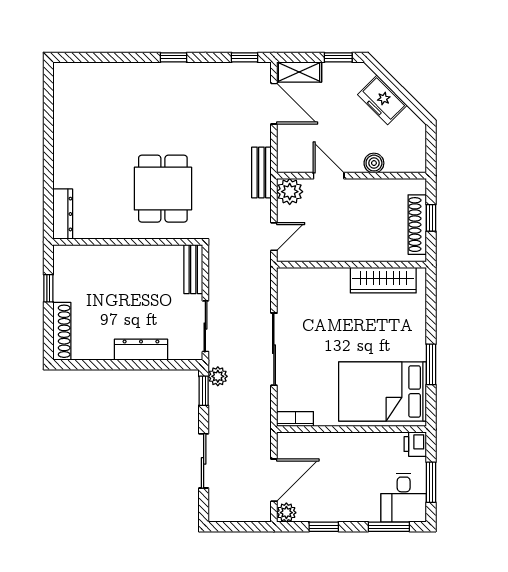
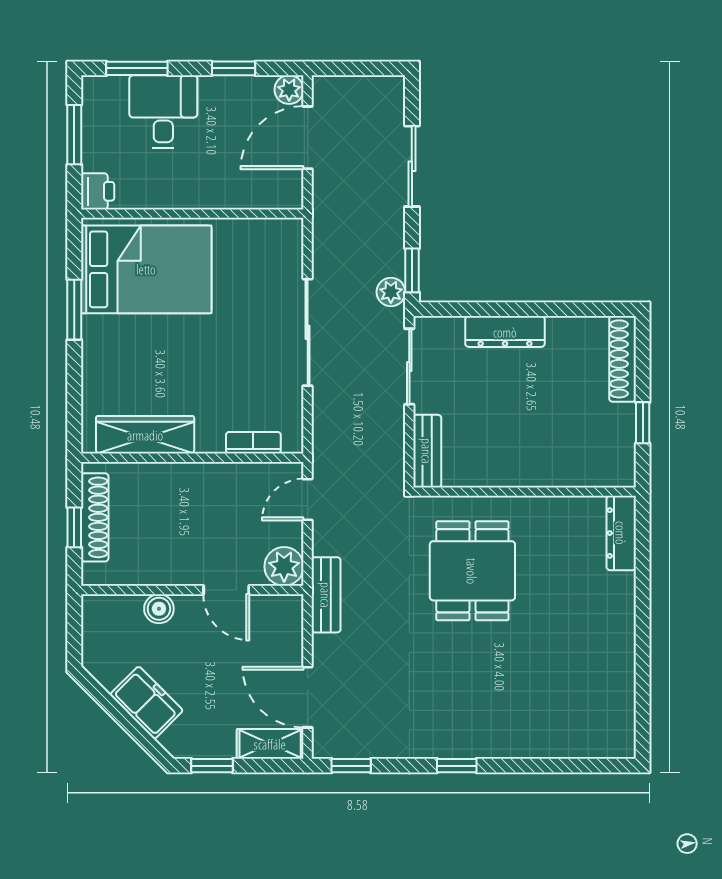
bookcase: (295, 419) -> (253, 443), moved, turned 180
desk: (404, 498) -> (163, 112), moved

